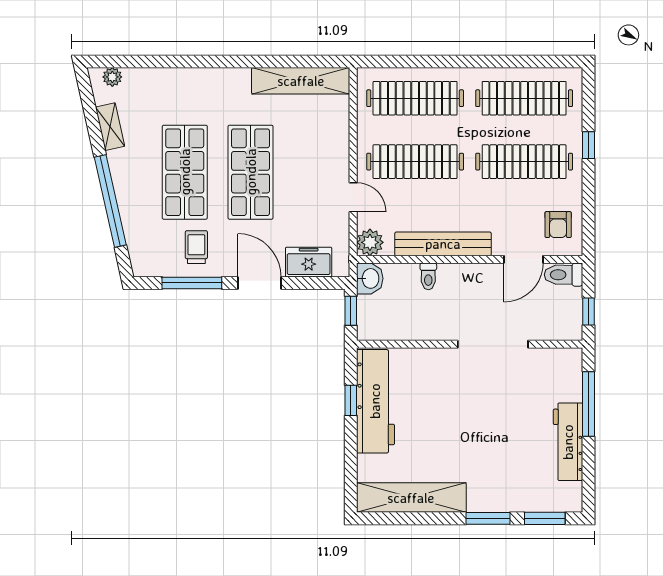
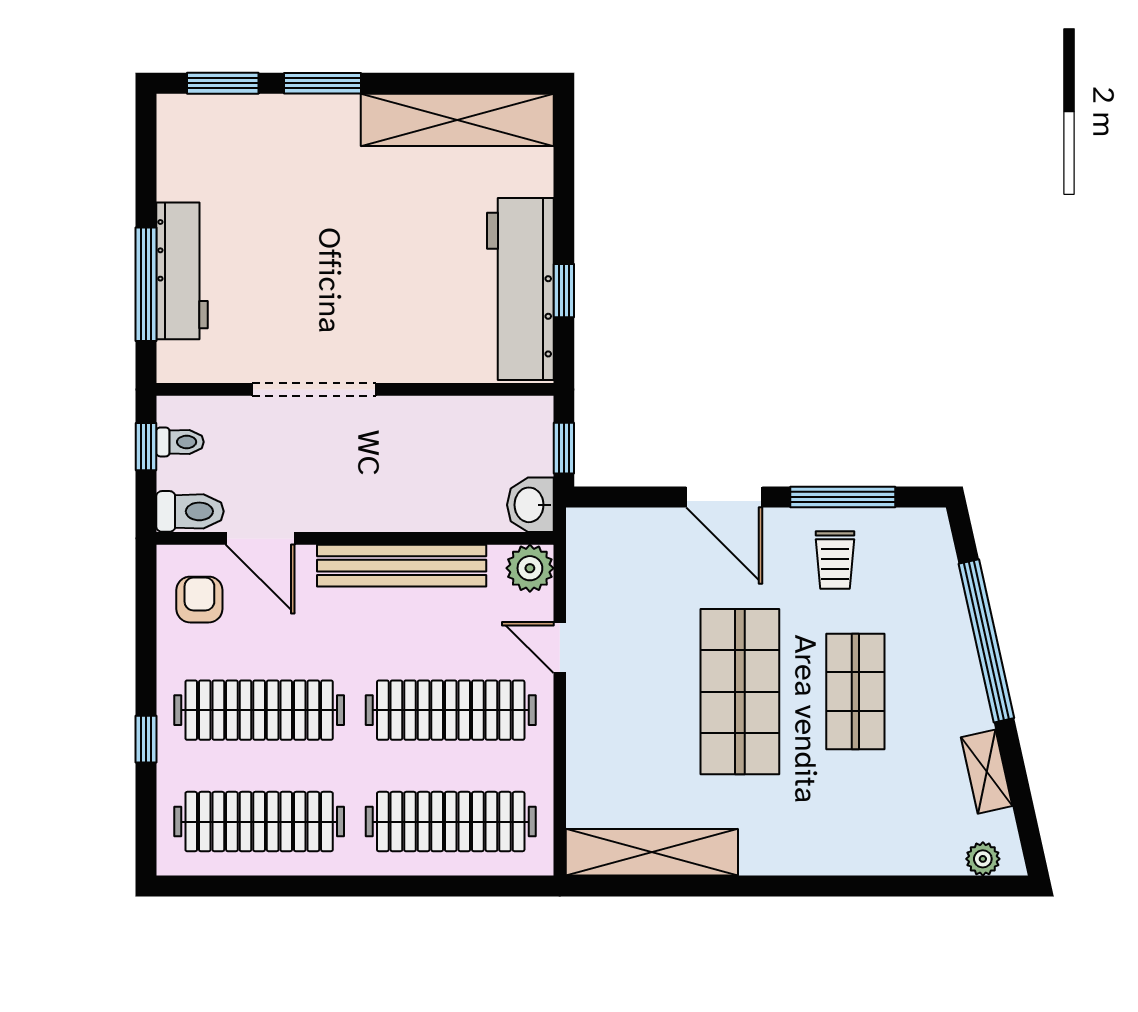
shop shelf: (185, 172) -> (855, 692), width x0.70, depth x0.74
door: (524, 259) -> (260, 538), swing flipped
freezer: (309, 262) -> (638, 534), removed
toilet: (428, 276) -> (180, 442), moved, turned 90
workbench: (568, 442) -> (182, 271), moved

